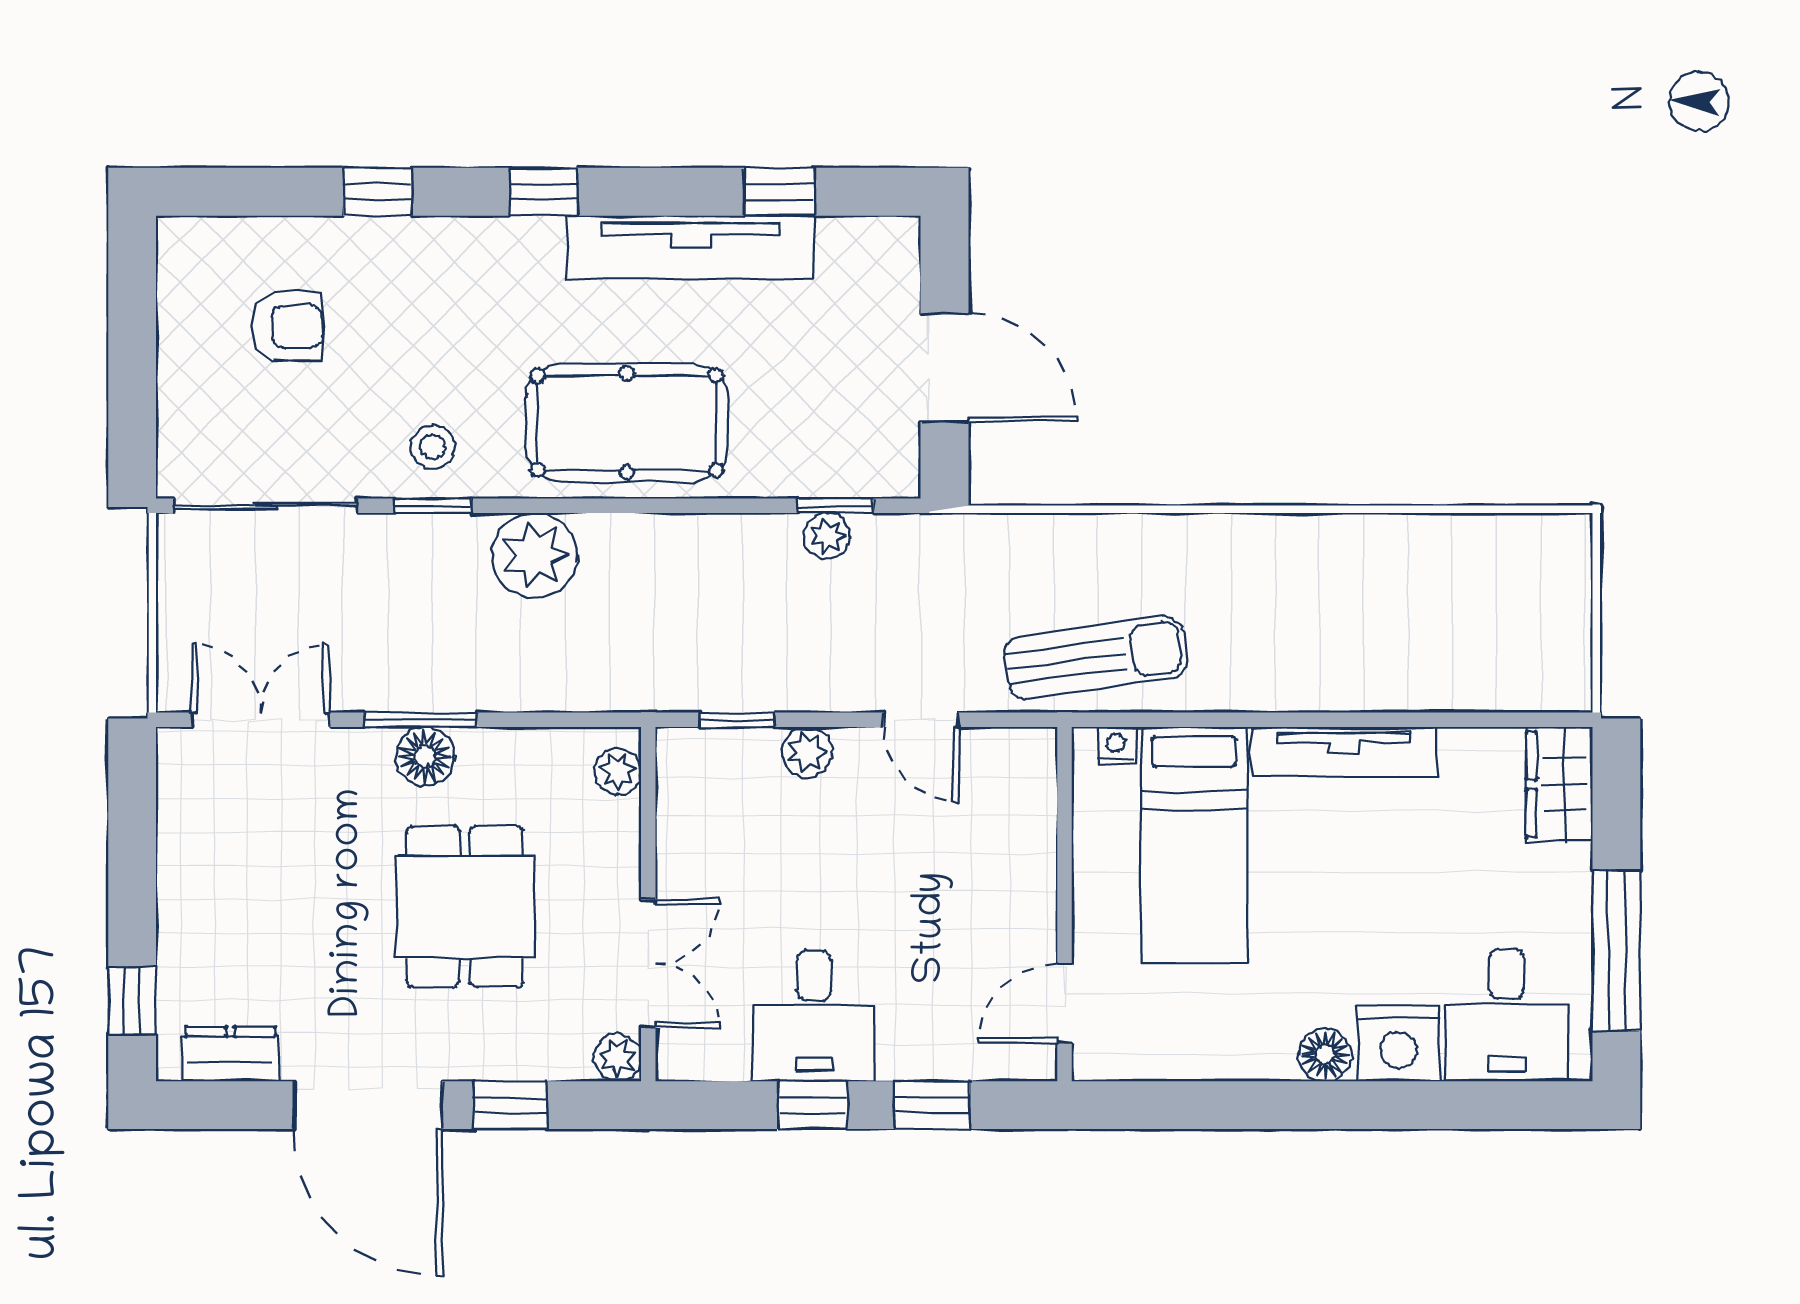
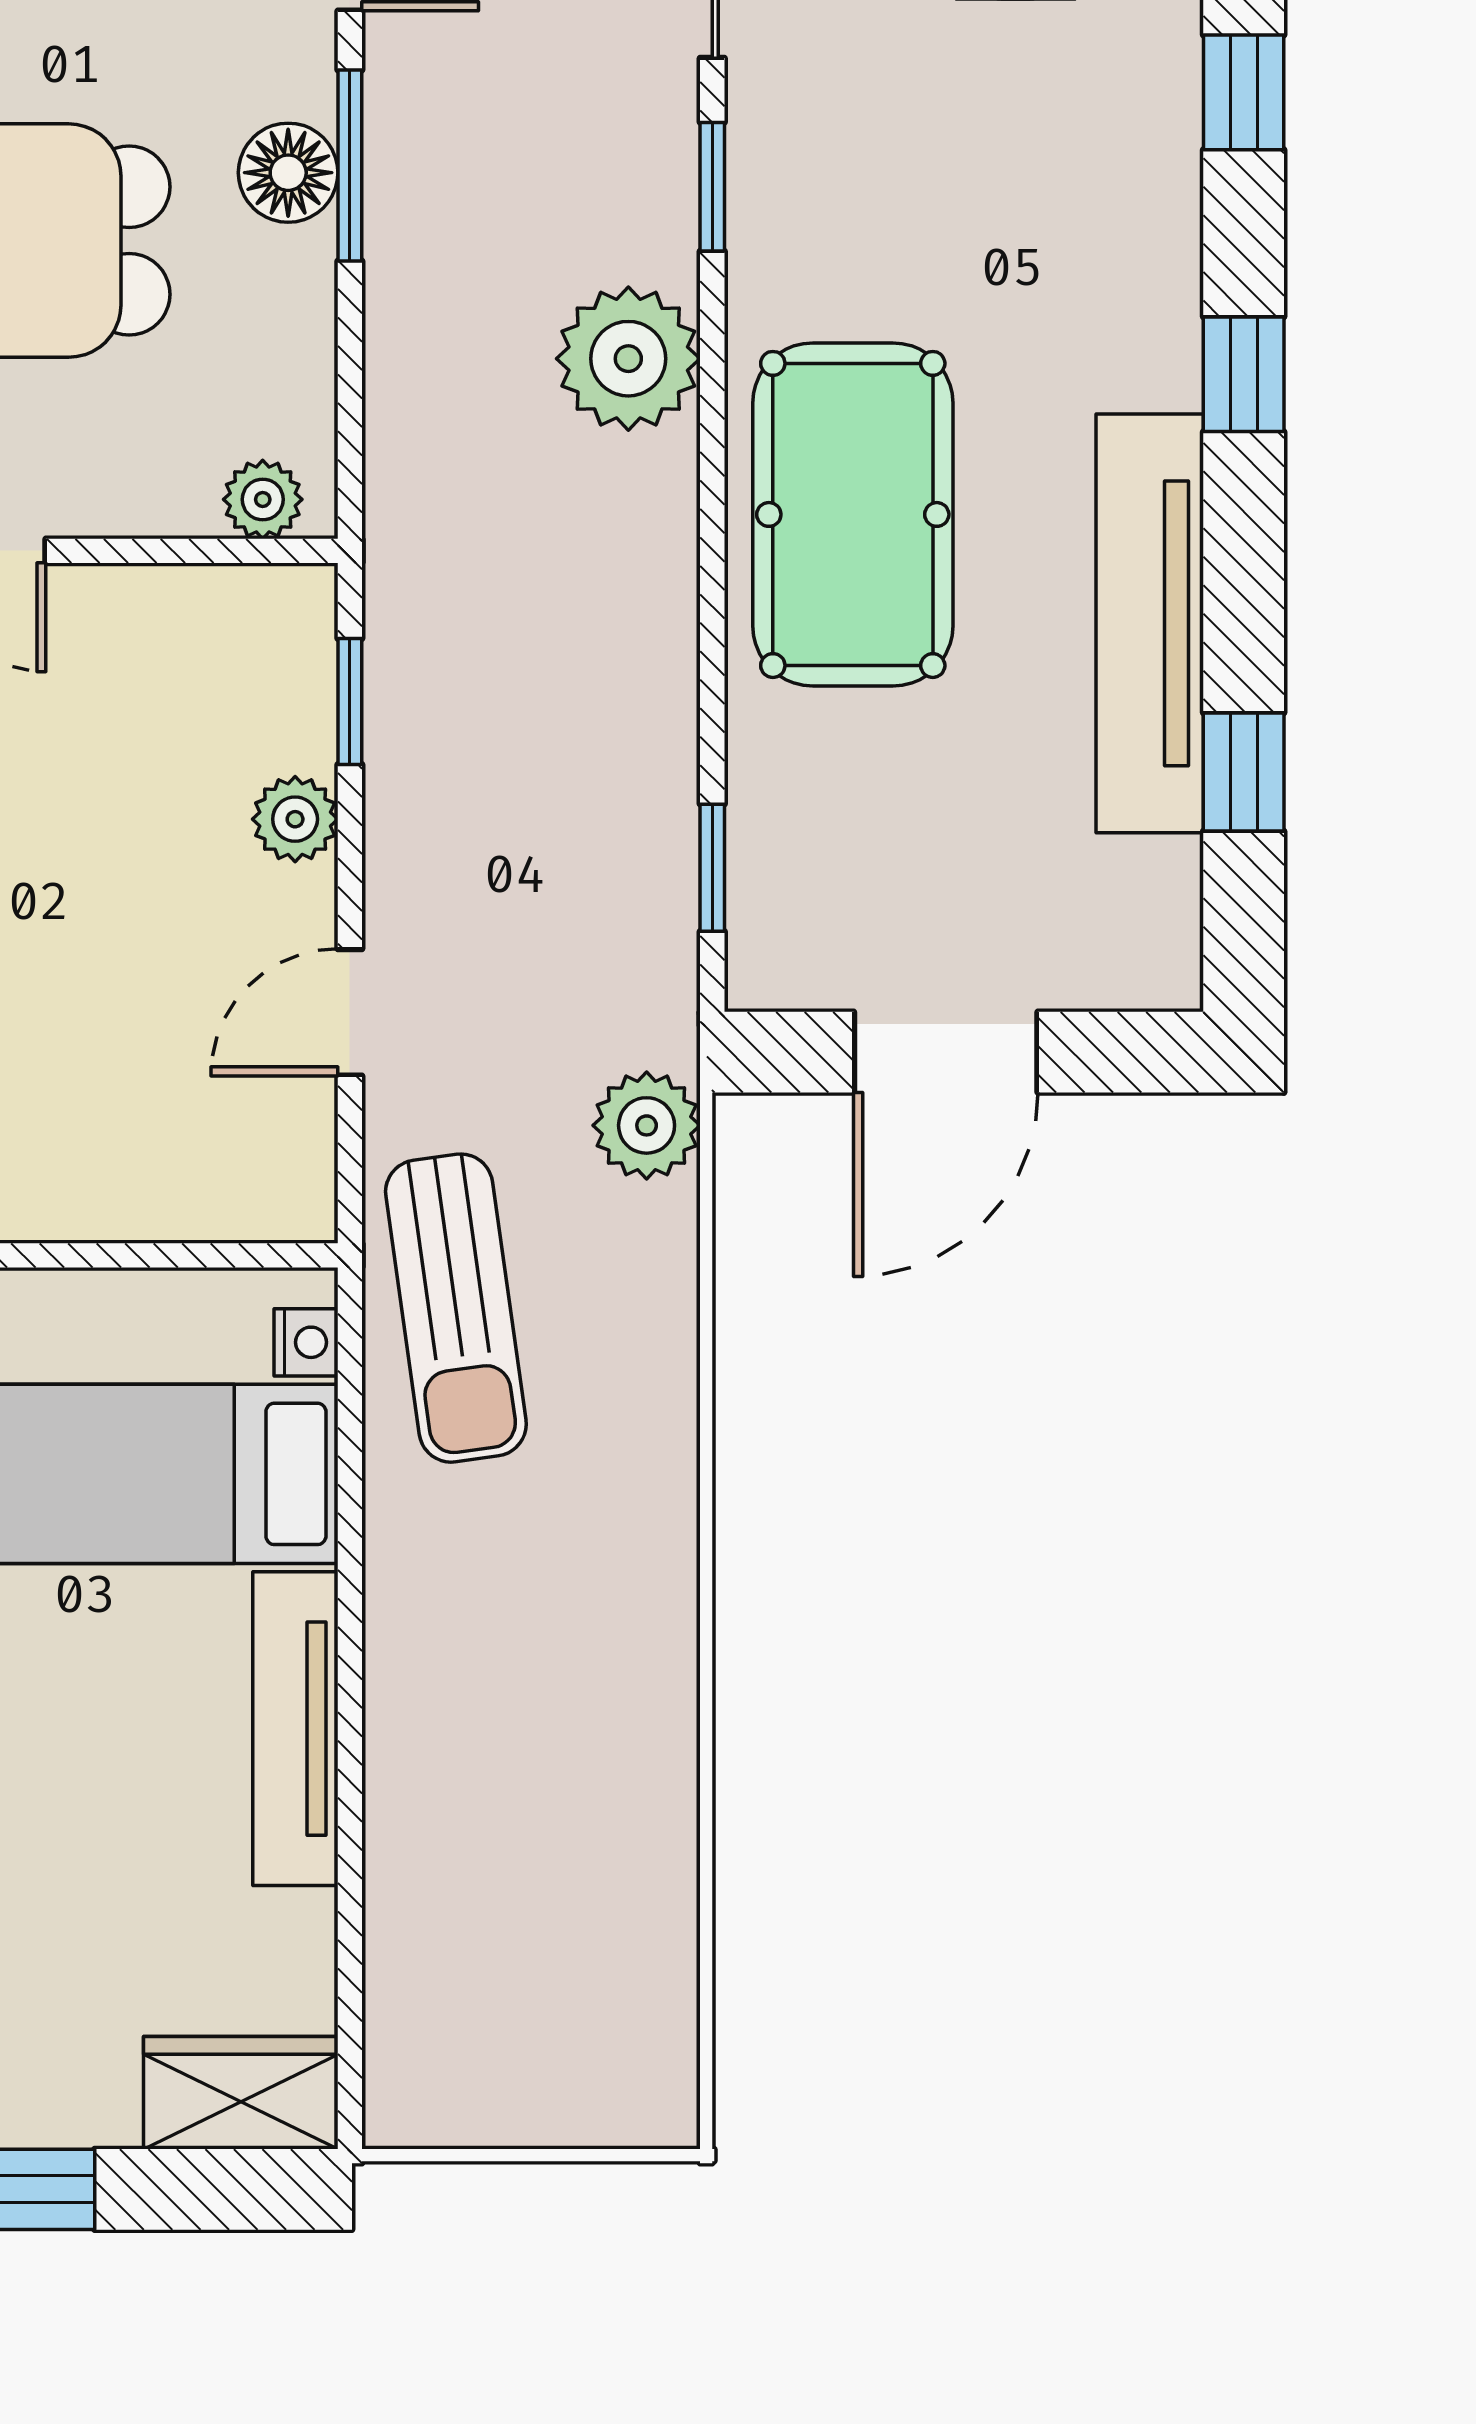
stool: (433, 447) -> (812, 186), removed
plant: (827, 536) -> (647, 1125), moved, width x1.38, depth x1.38

